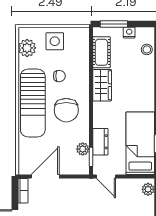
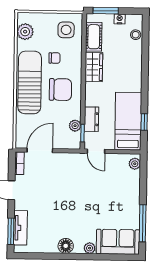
side table: (55, 41) -> (66, 30), moved
sun lounger: (33, 103) -> (30, 82), turned 180
chair: (66, 110) -> (60, 90), turned -90

